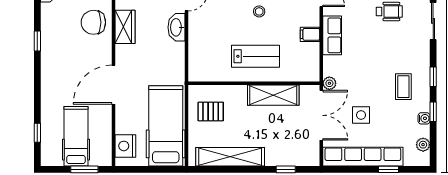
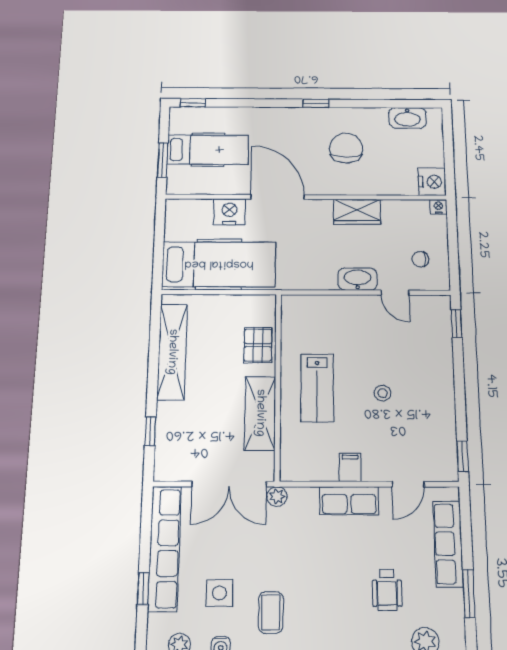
chair: (93, 22) -> (346, 148), moved
window: (37, 41) -> (316, 103), moved
coffee table: (403, 87) -> (271, 612), turned 90
pallet: (211, 112) -> (258, 345), moved
side table: (361, 115) -> (219, 593), moved
window: (37, 133) -> (193, 103), moved
nightstand: (125, 146) -> (229, 212), moved

